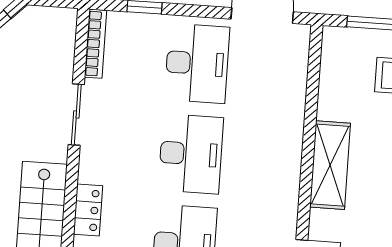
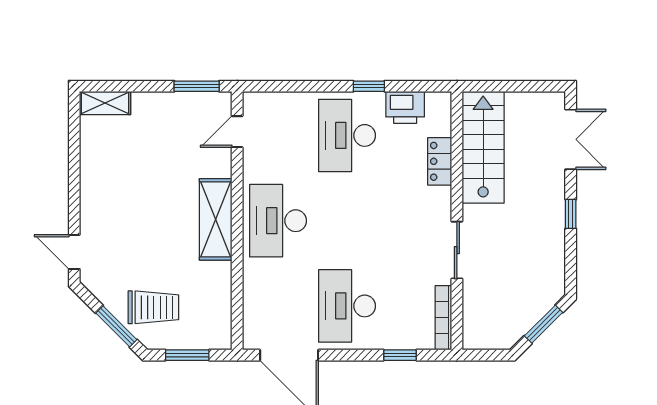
desk: (191, 154) -> (278, 221), moved

